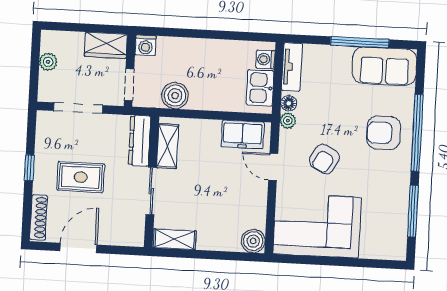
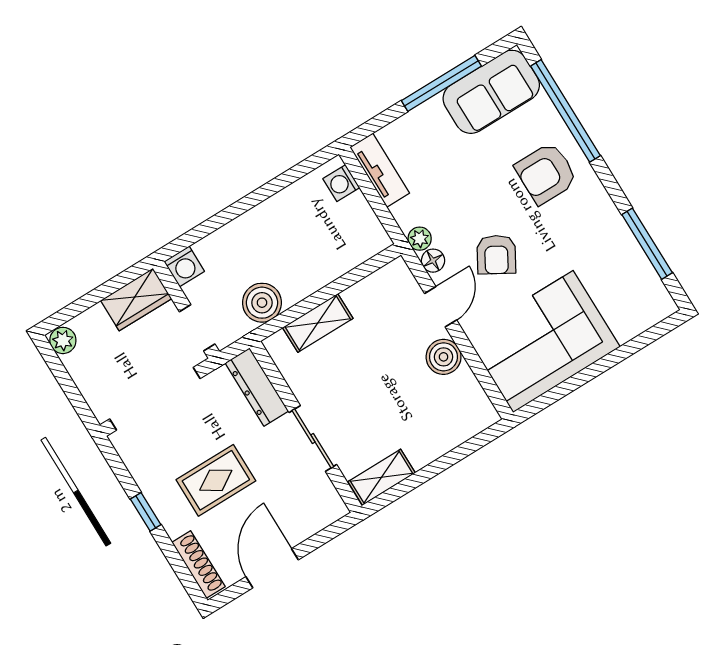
plant: (48, 62) -> (63, 340), moved
kitchen sink: (260, 88) -> (359, 222), removed
floor lamp: (289, 103) -> (433, 261), moved
doorway: (78, 108) -> (155, 399), width x1.36
window: (417, 133) -> (565, 111), moved
freezer: (243, 134) -> (376, 293), removed
shelving: (168, 146) -> (318, 323), moved, turned 90
door: (273, 167) -> (441, 307), swing flipped
boiler: (253, 241) -> (444, 357), moved

